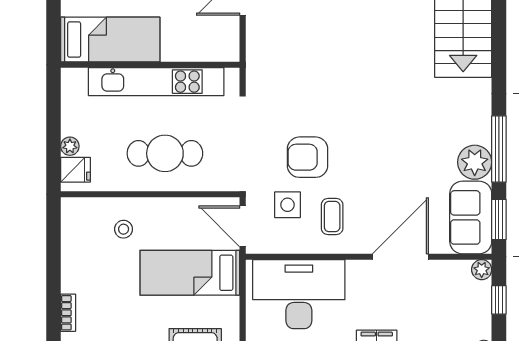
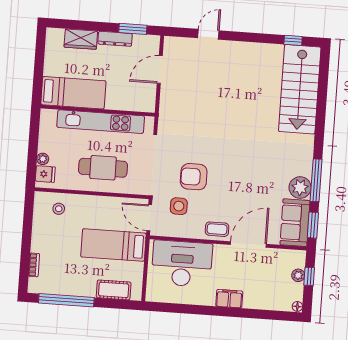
coffee table: (332, 217) -> (217, 229), moved, turned 90
stool: (124, 229) -> (59, 209), moved
plant: (482, 270) -> (298, 275), moved

